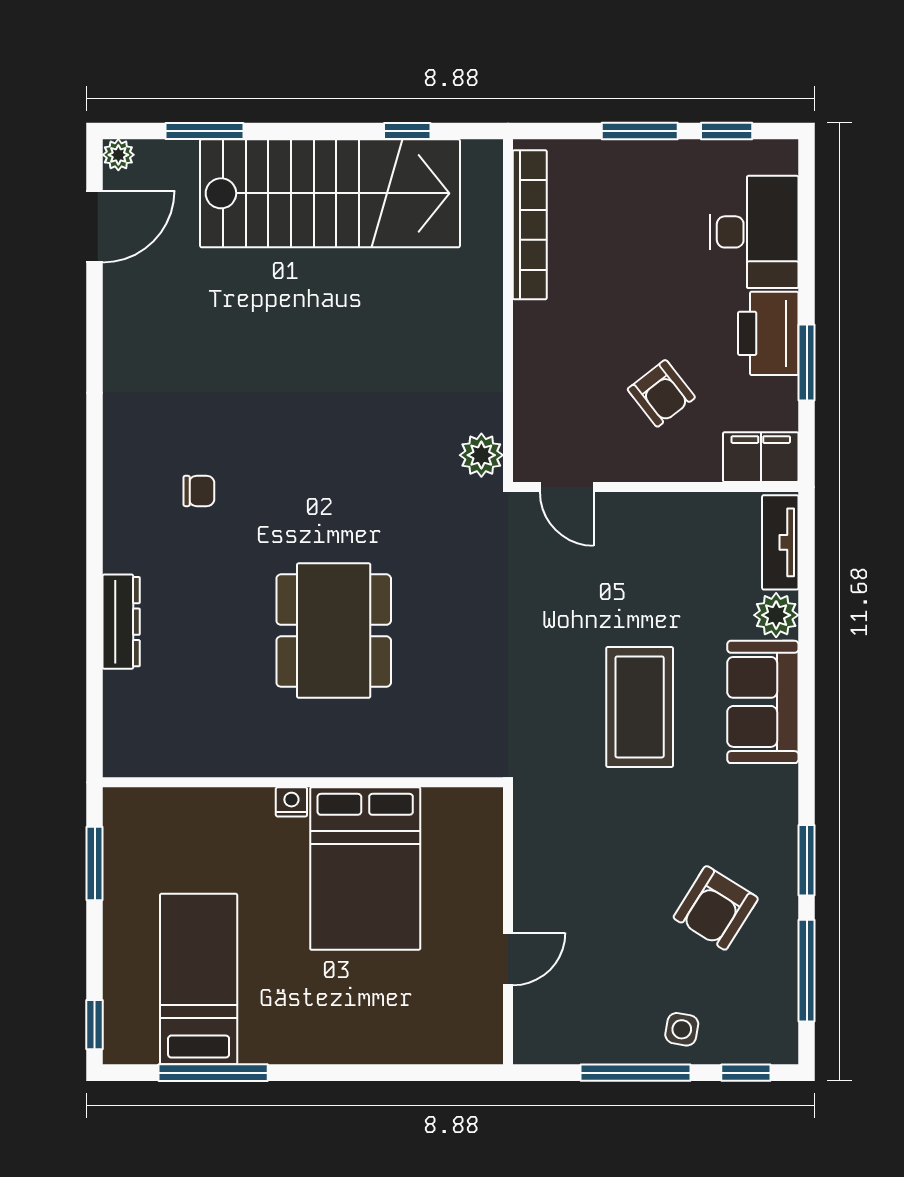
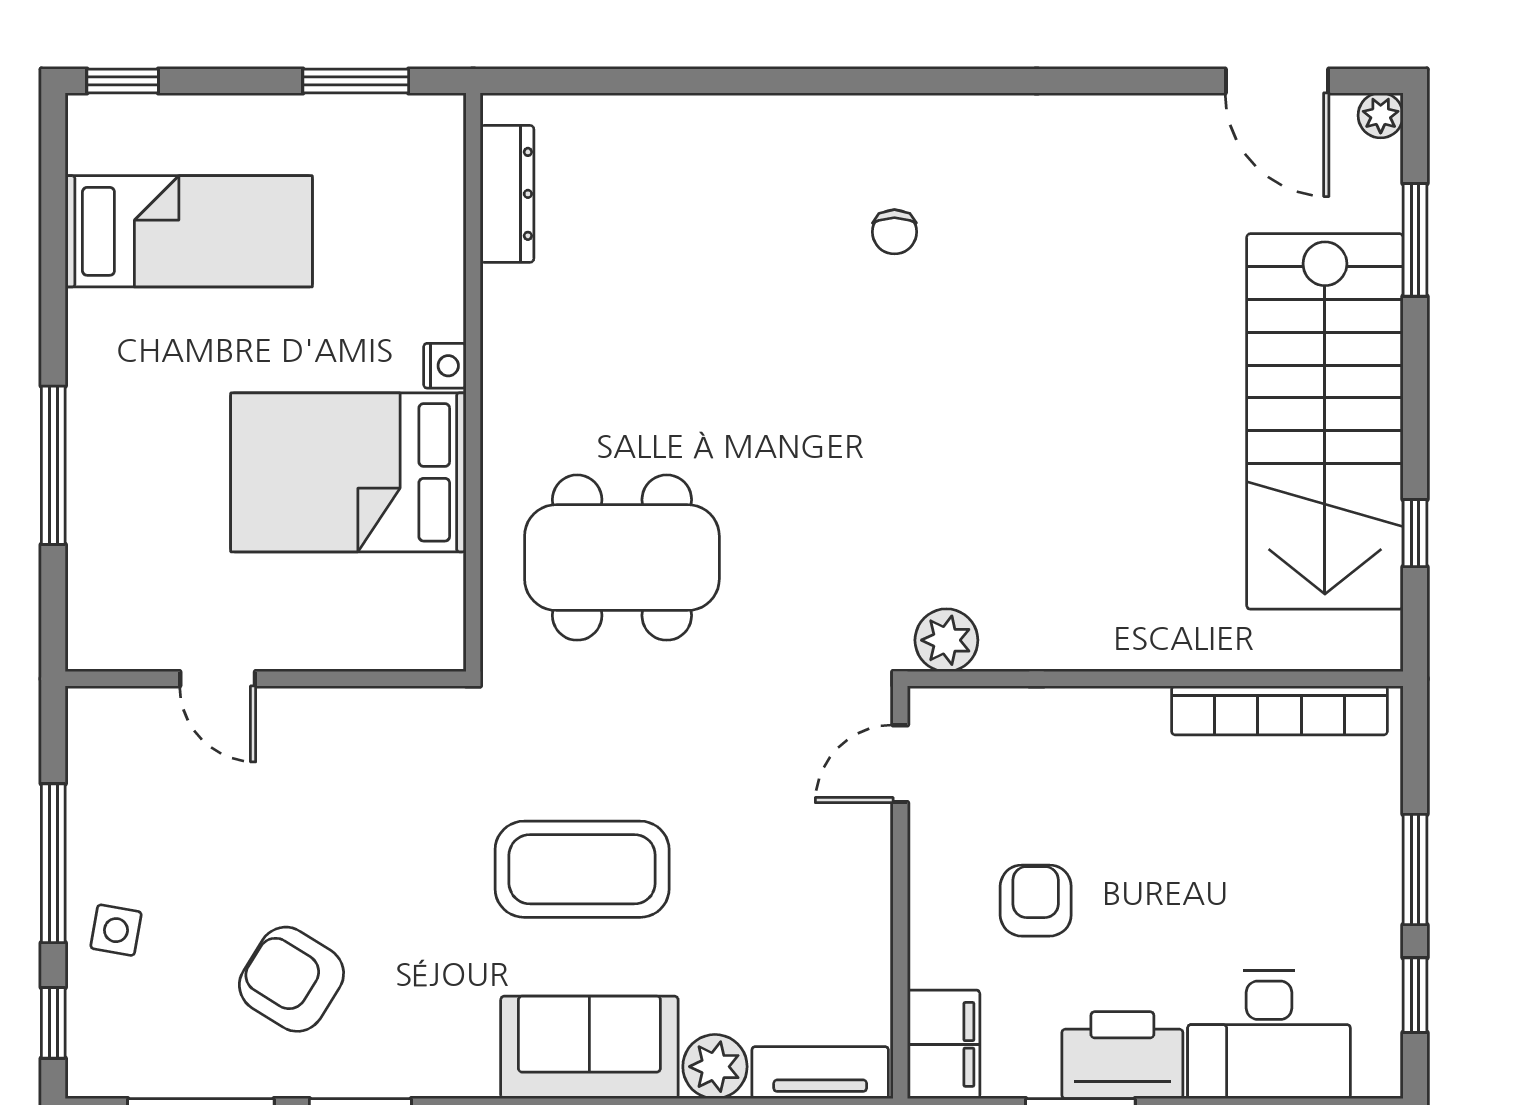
armchair: (661, 393) -> (1036, 901), turned 128
dresser: (121, 622) -> (507, 194), moved, turned -90
dining table: (334, 631) -> (622, 558), moved
window: (213, 1073) -> (53, 465), moved

